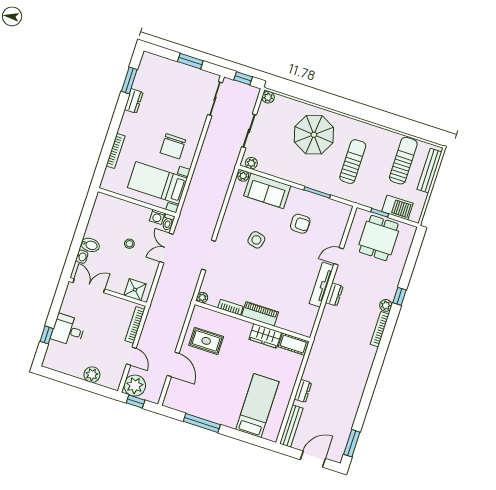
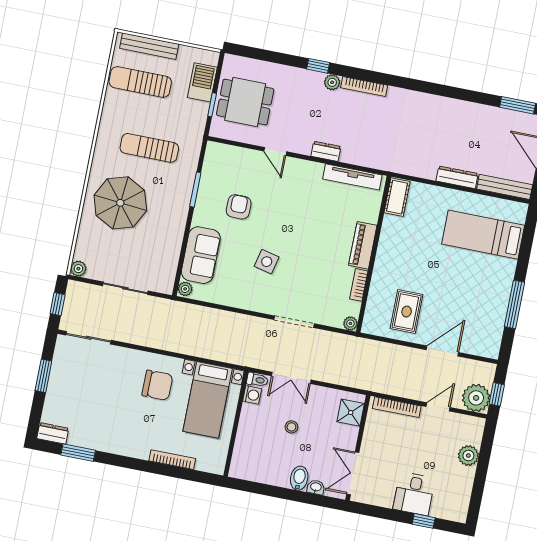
dresser: (134, 101) -> (53, 433), moved
plant: (251, 163) -> (167, 280), removed
tv unit: (321, 285) -> (352, 177), moved
wardrobe: (265, 336) -> (391, 235), removed
dresser: (303, 391) -> (457, 177), width x1.44

